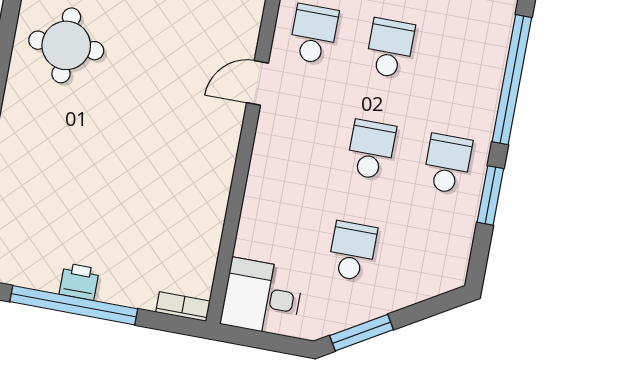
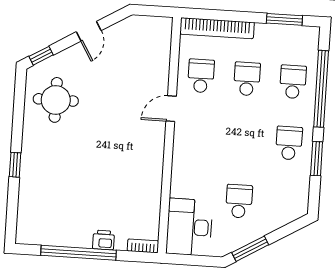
school desk: (371, 150) -> (293, 82), moved
printer: (79, 282) -> (104, 240), moved
desk: (262, 297) -> (189, 227), width x1.37

